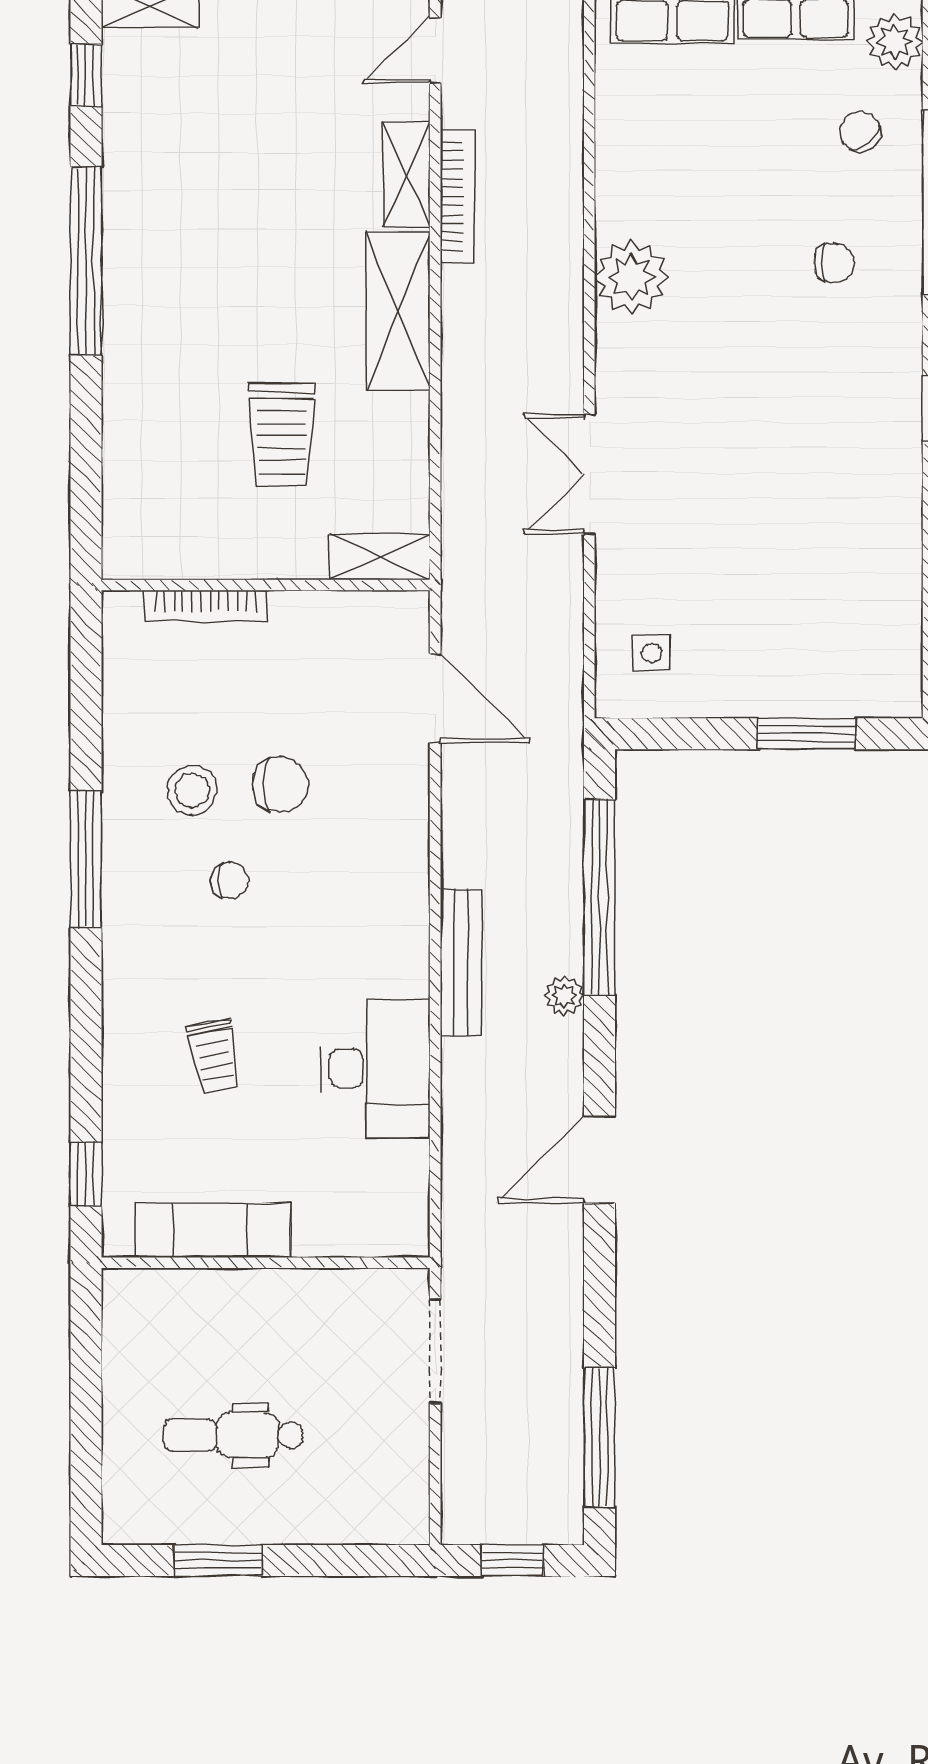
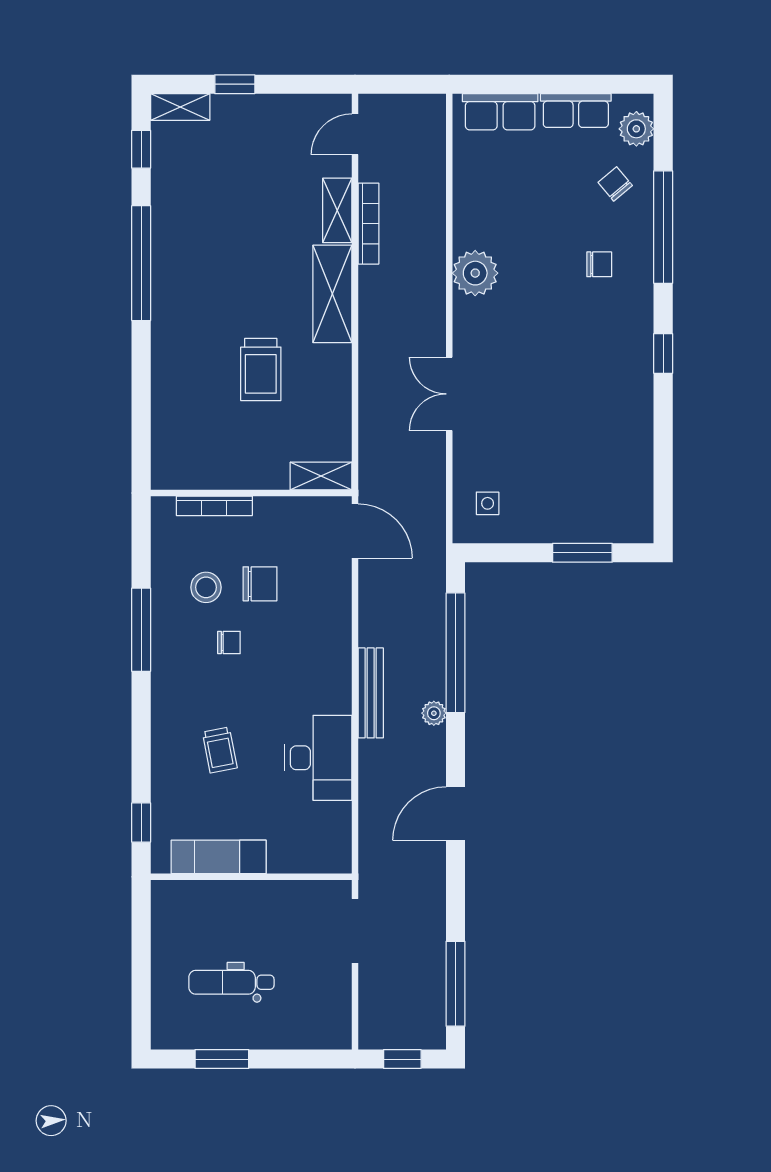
shelving: (380, 557) -> (321, 476), moved
wall: (266, 585) -> (251, 493), moved
bookcase: (206, 606) -> (214, 506), moved

